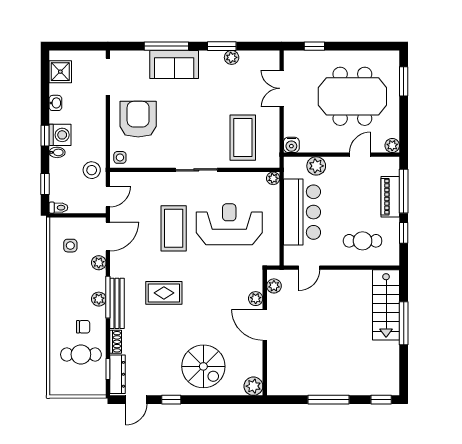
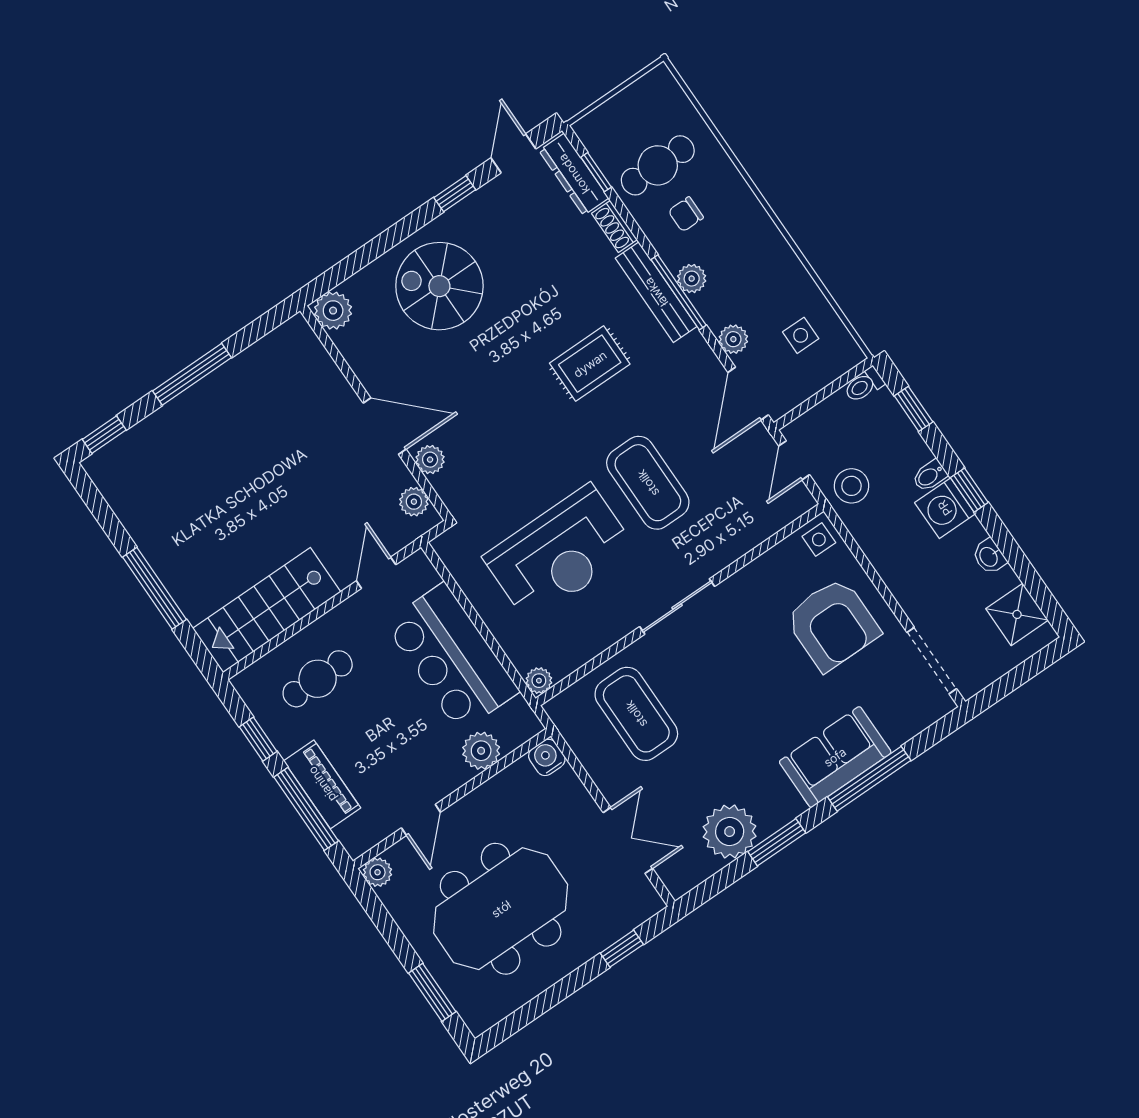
plant: (232, 57) -> (730, 832), width x1.87, depth x1.87
stairs: (386, 305) -> (267, 610), moved, turned -90

